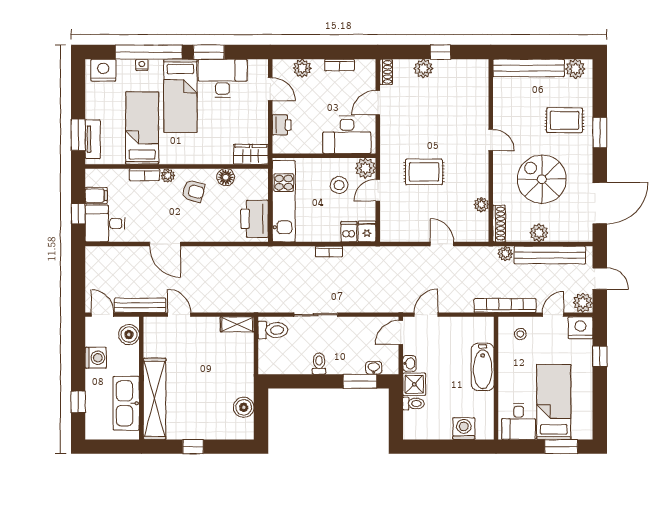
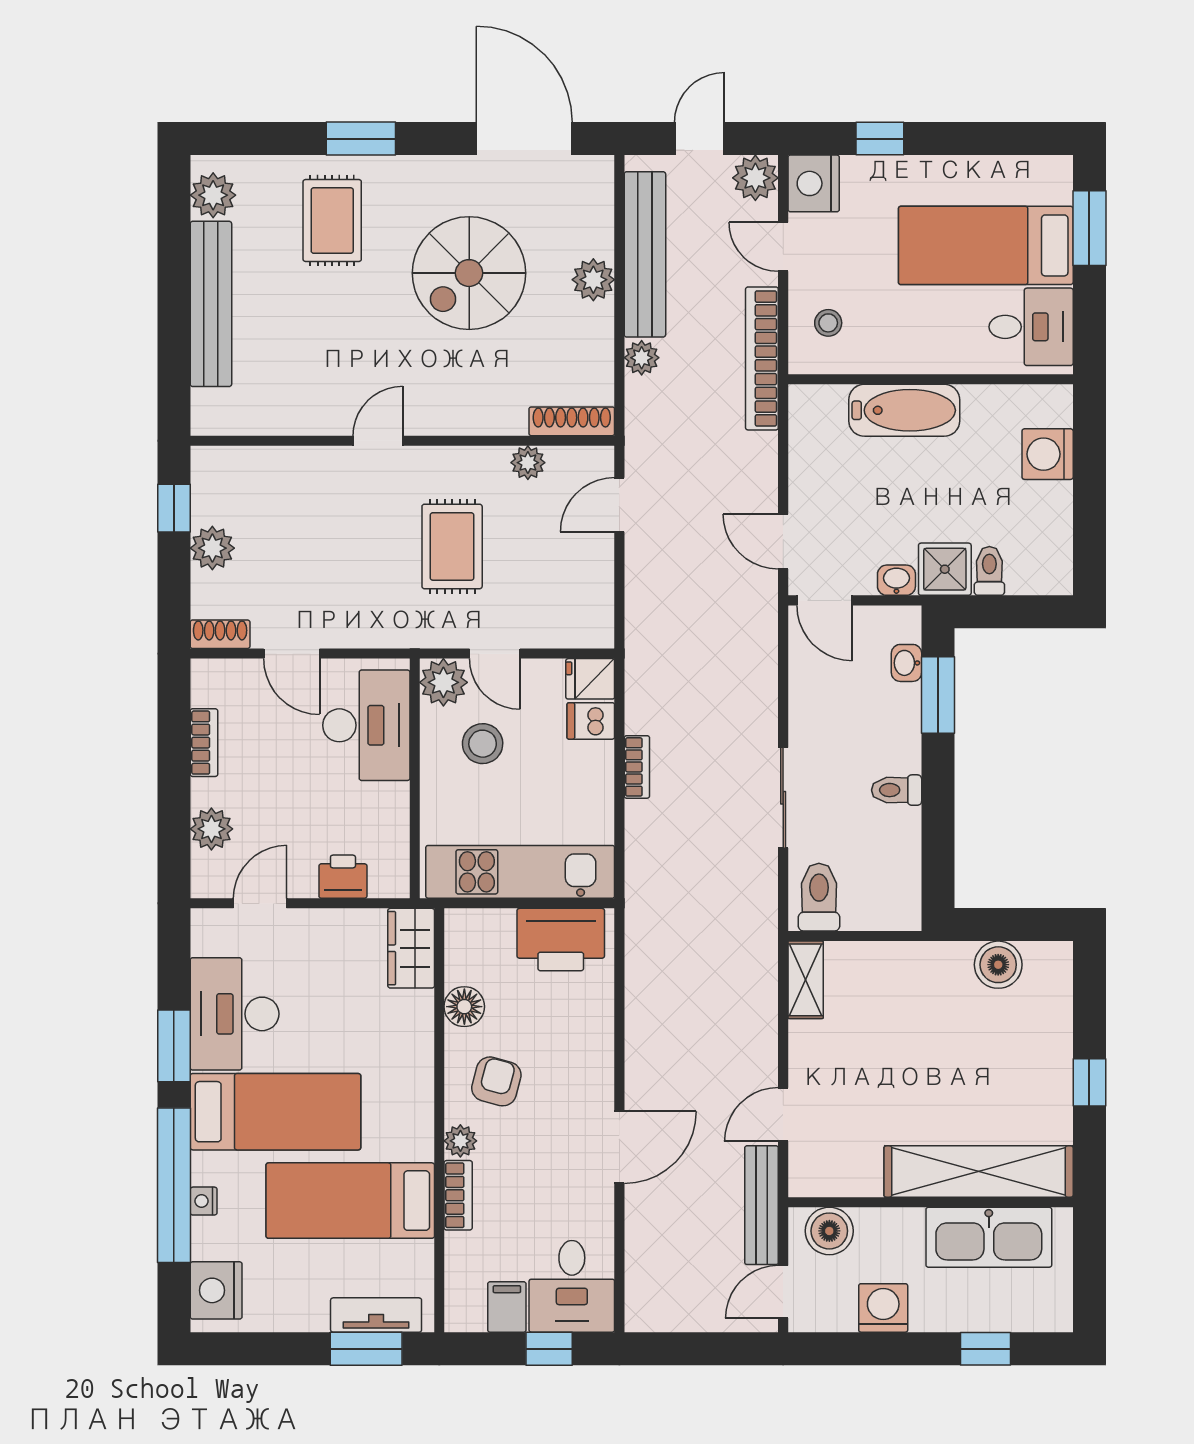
door: (491, 140) -> (378, 441), moved
wall: (491, 151) -> (402, 441), moved
plant: (481, 205) -> (528, 463), moved
shoe rack: (499, 224) -> (572, 421), moved

